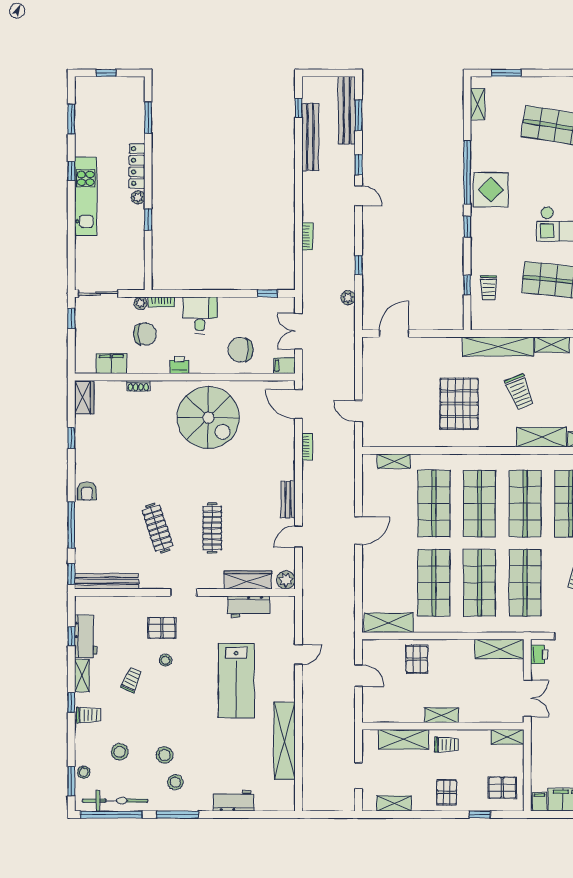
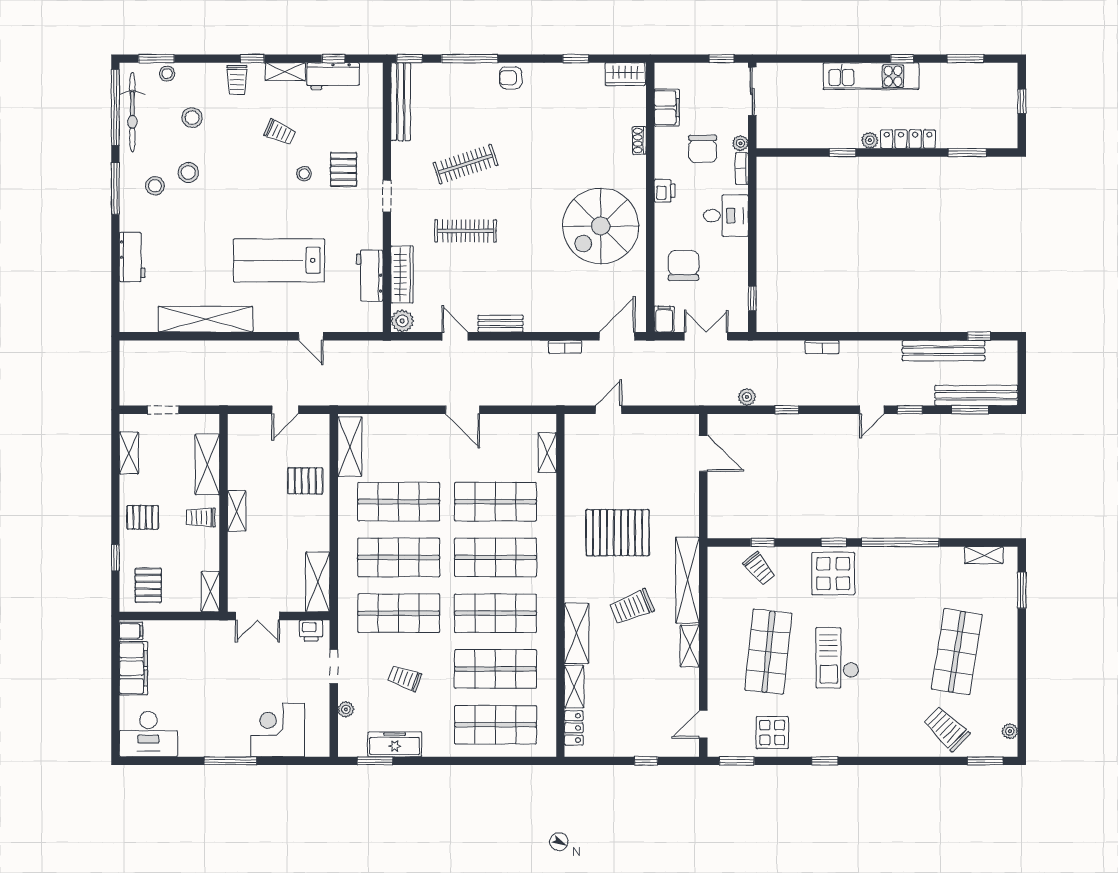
display table: (491, 190) -> (833, 574), moved
trolley: (489, 288) -> (759, 569), turned -129
trolley: (447, 745) -> (201, 518), turned 90

